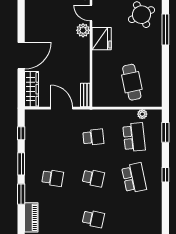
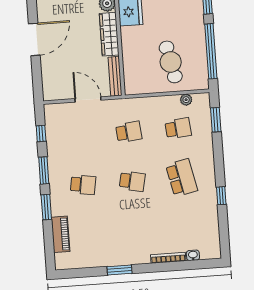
window: (165, 76) -> (211, 51), added
wardrobe: (32, 89) -> (109, 34), moved, turned 180
bench: (85, 95) -> (115, 76), width x1.36
school desk: (134, 137) -> (178, 128), width x0.54
window: (165, 175) -> (221, 196), moved
school desk: (93, 219) -> (136, 231), removed

